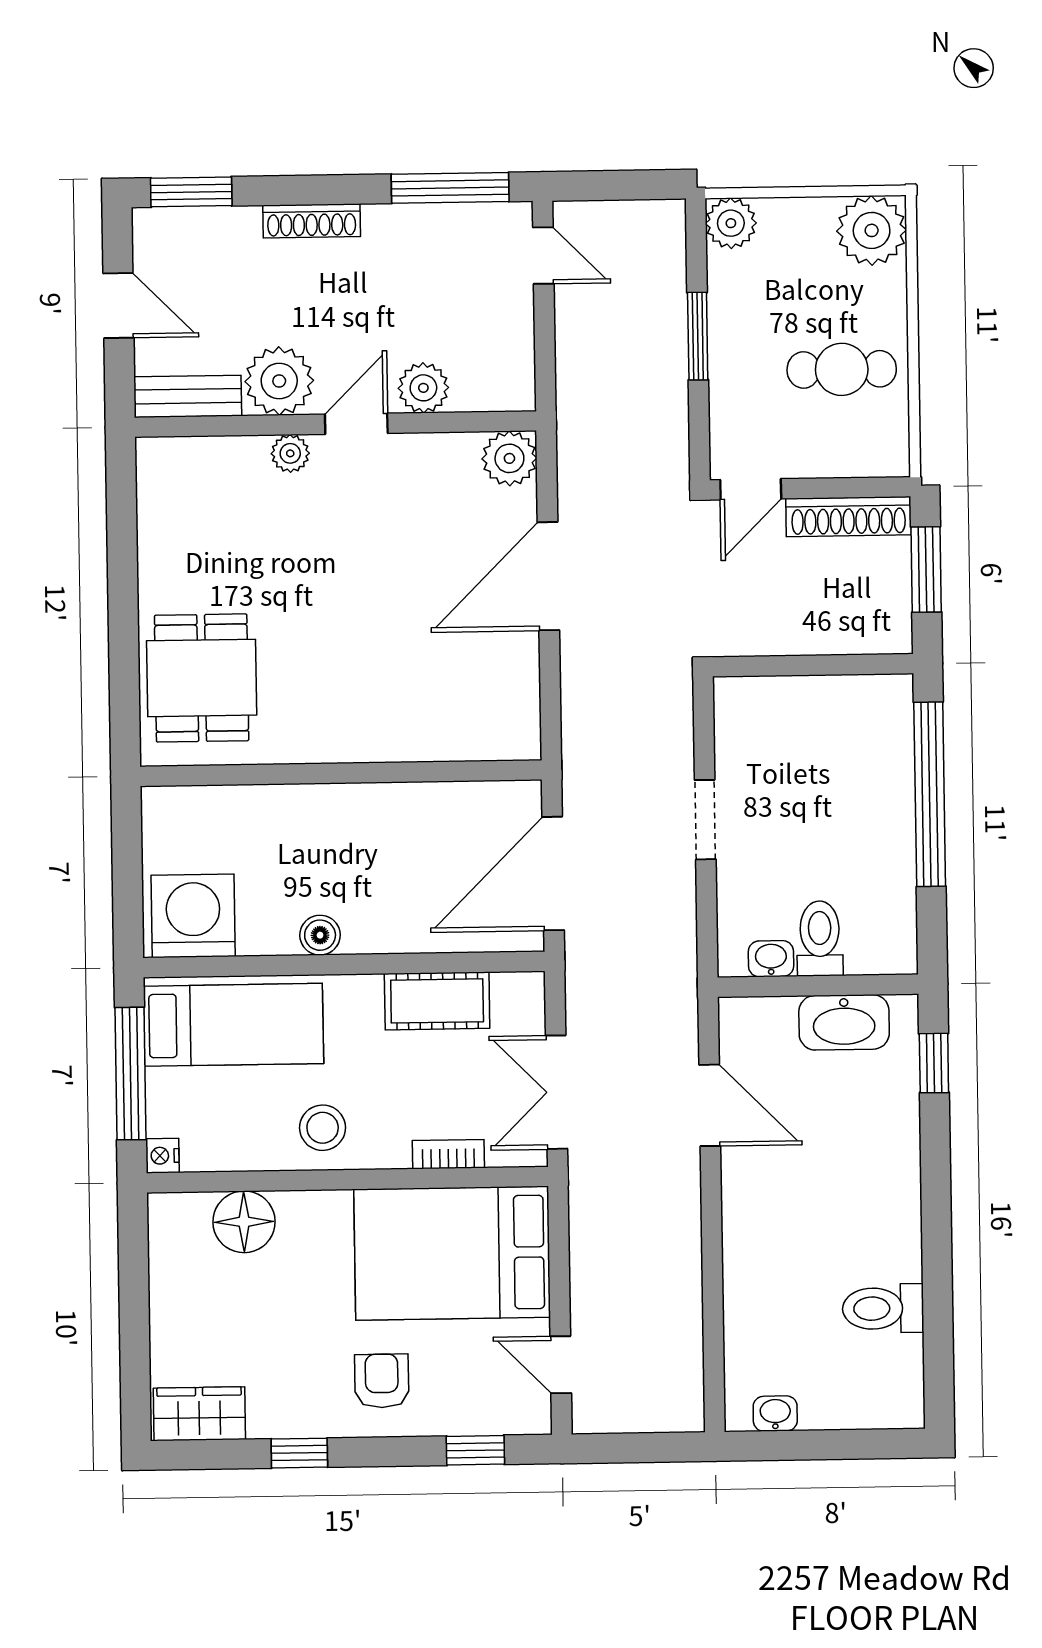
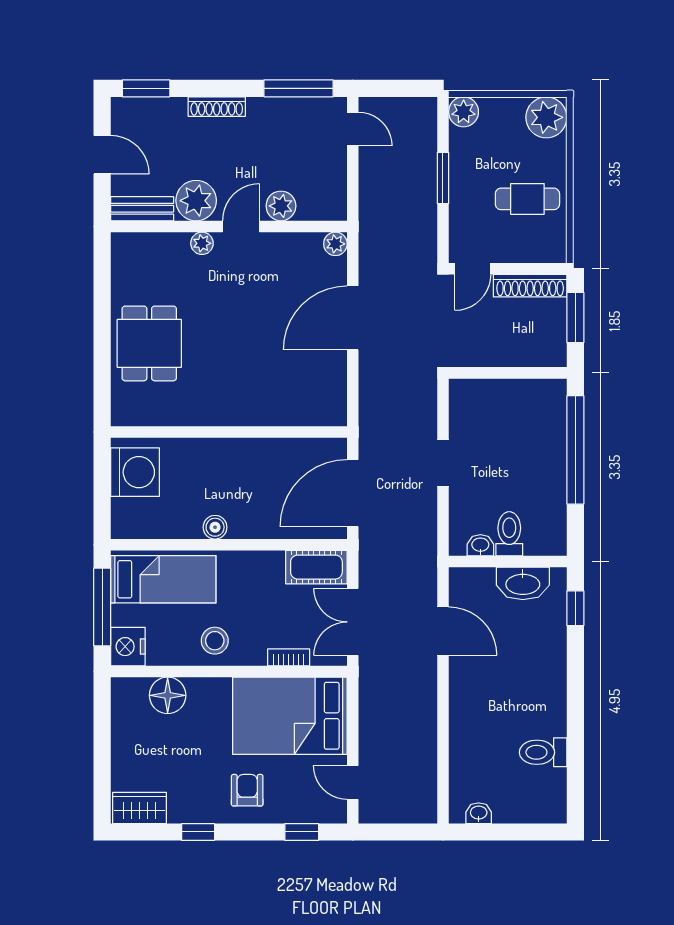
plant: (509, 458) -> (335, 244), width x0.73, depth x0.73
dining table: (202, 678) -> (149, 343), moved
washing machine: (193, 916) -> (135, 472), moved, turned 90
cot: (437, 1001) -> (316, 567), moved
nightstand: (162, 1156) -> (128, 647), width x1.89, depth x1.79

